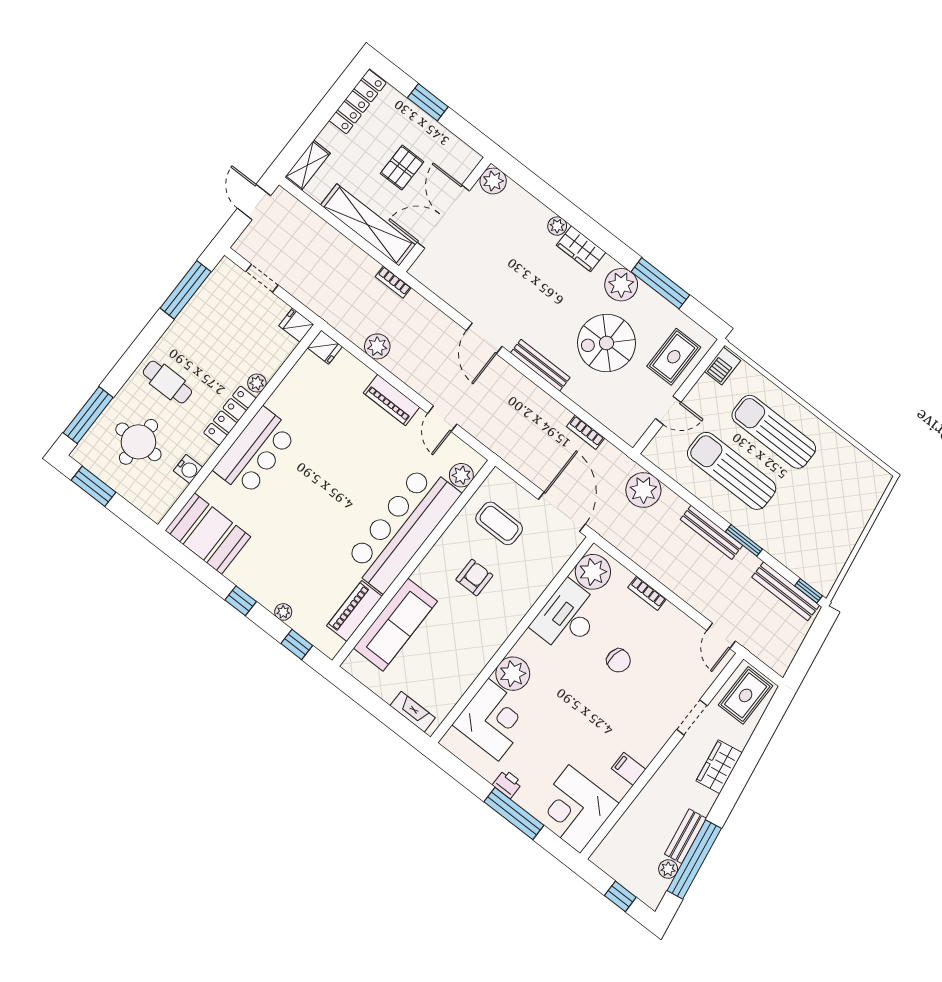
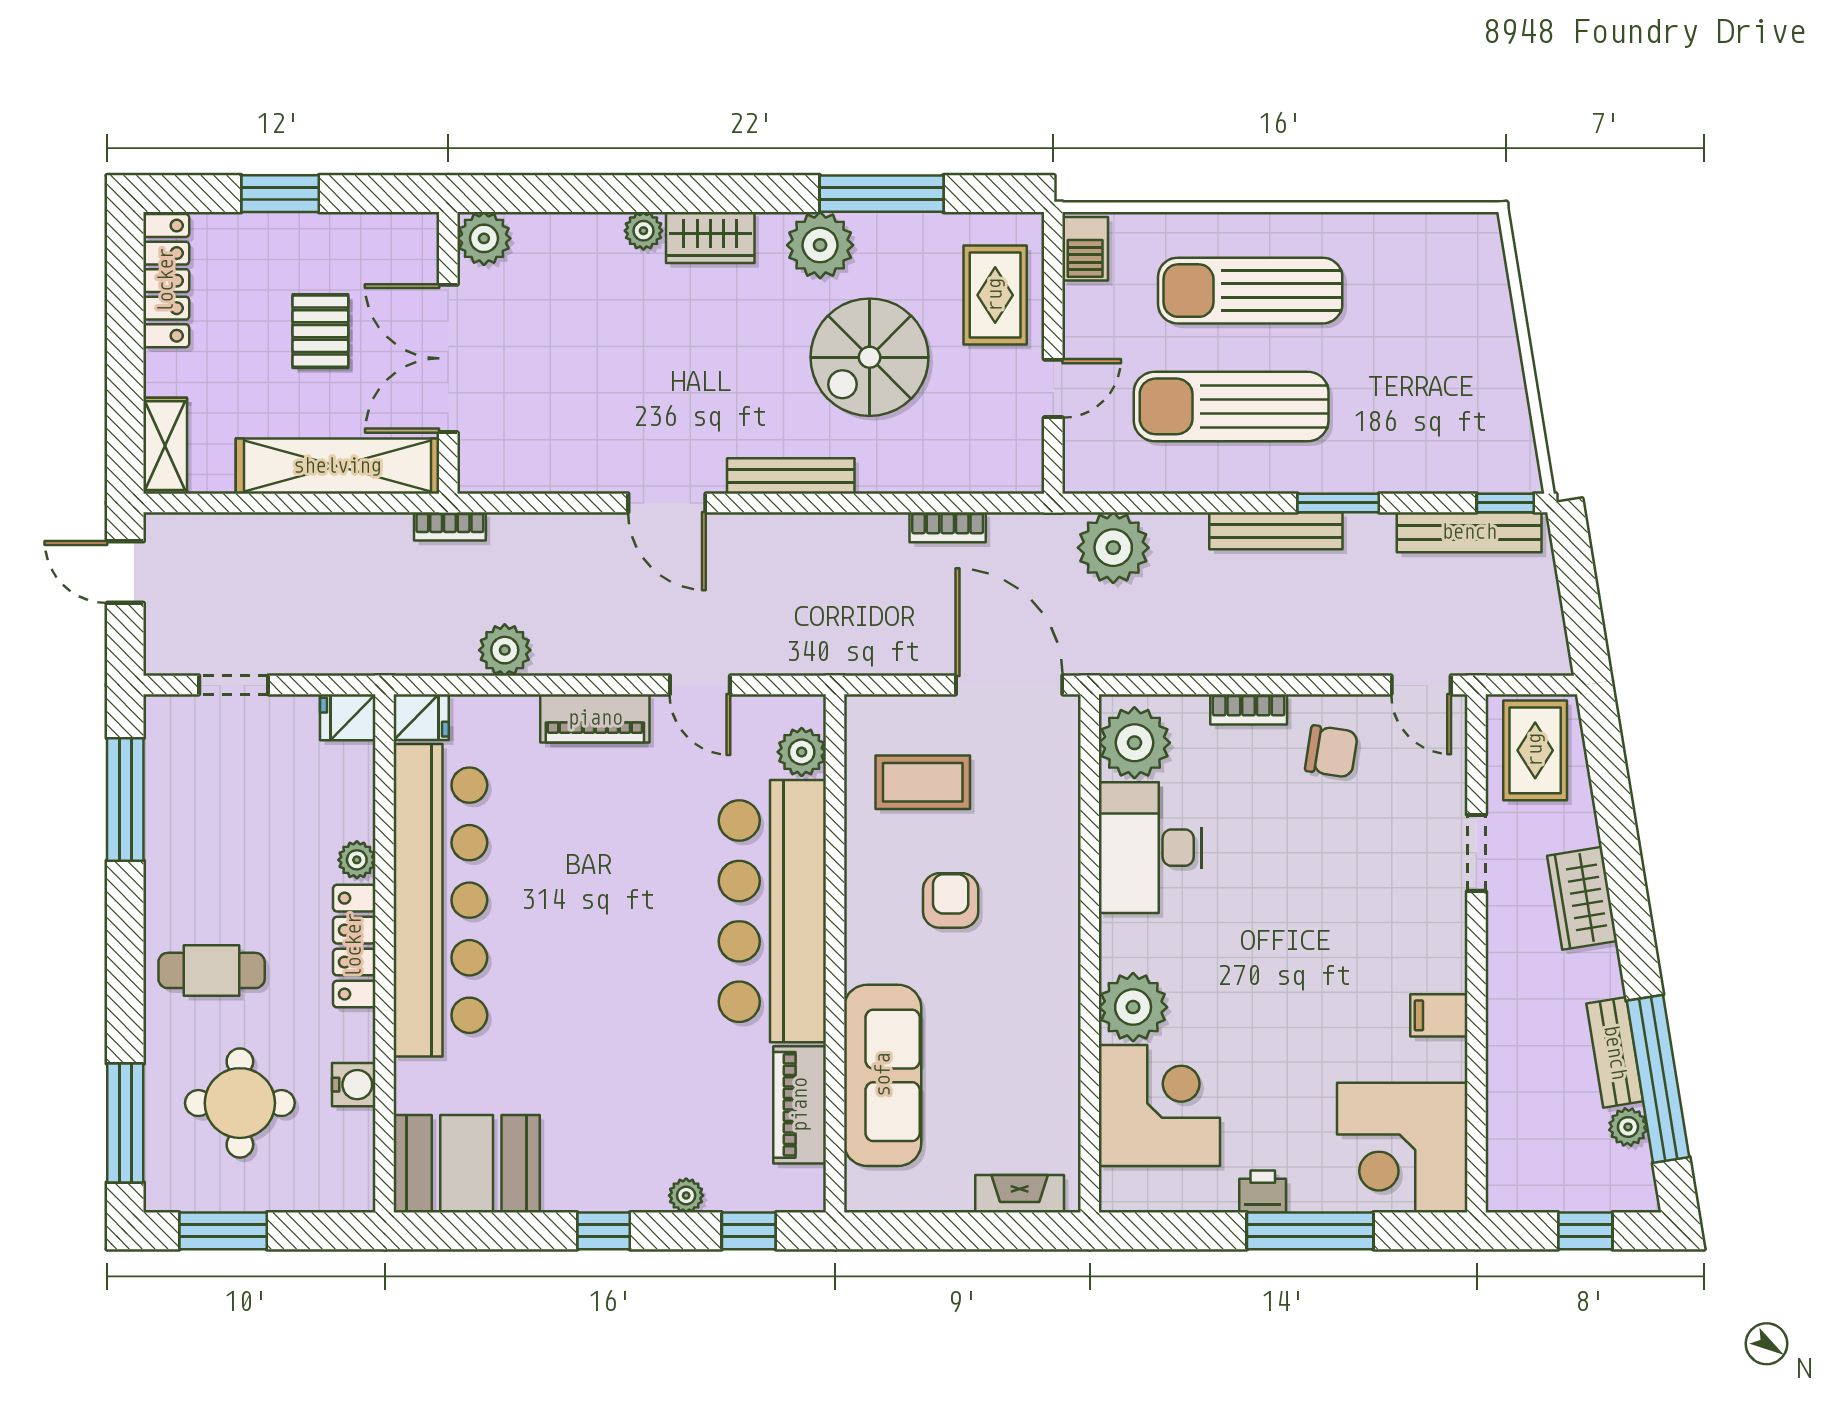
bar counter: (255, 452) -> (440, 900), width x1.86
chair: (619, 660) -> (1331, 751), moved

